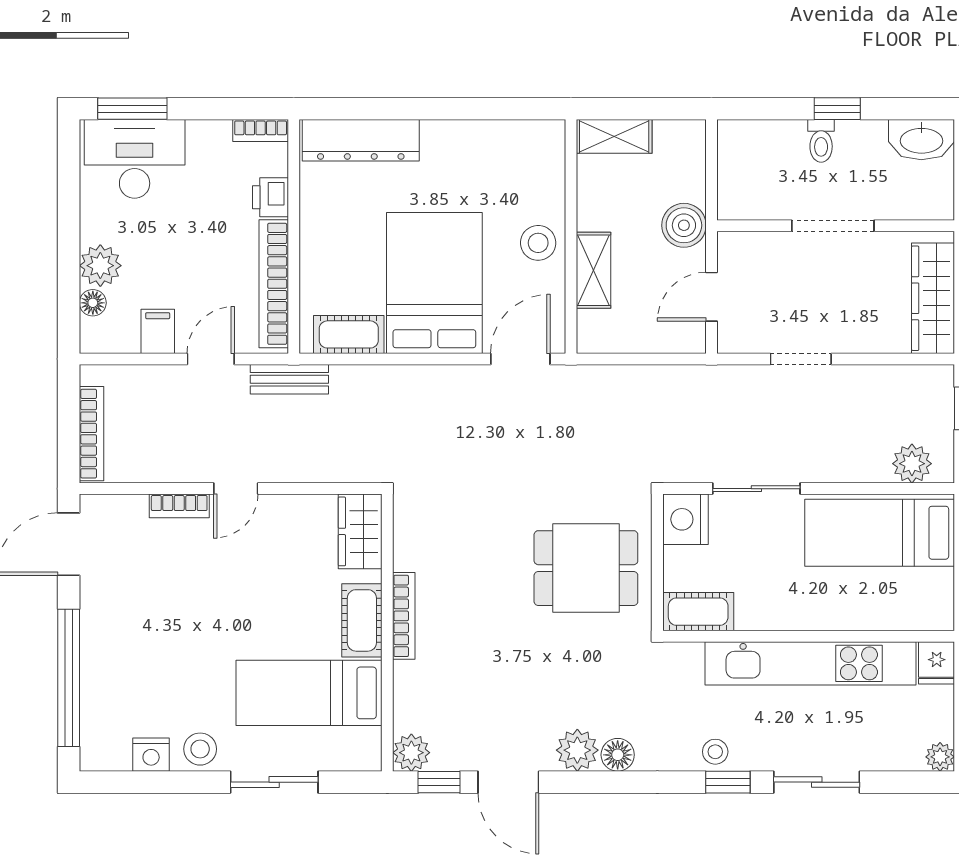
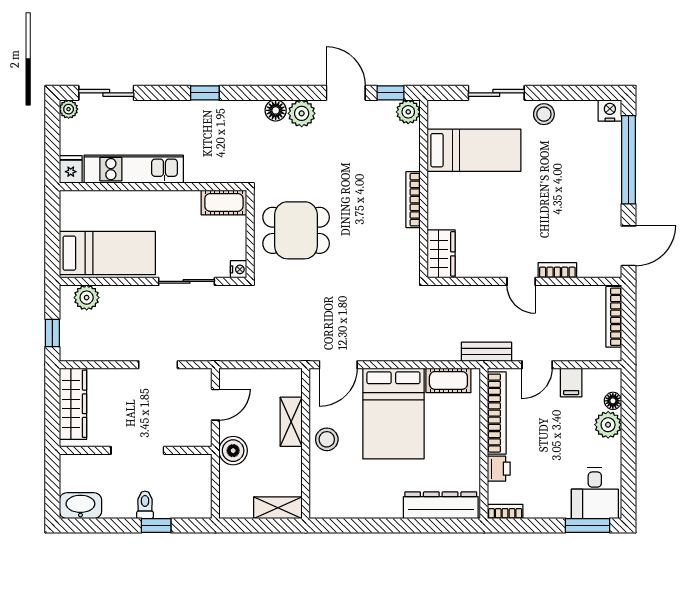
window: (837, 109) -> (156, 526), moved
desk: (135, 159) -> (595, 493), width x0.73
door: (236, 489) -> (521, 281), swing flipped
nightstand: (686, 519) -> (239, 269), width x0.53, depth x0.56
cot: (362, 620) -> (440, 197), removed
kitchen unit: (811, 663) -> (134, 169), width x0.73
stool: (715, 752) -> (213, 112), removed
nightstand: (151, 755) -> (610, 111), moved
sliding door: (817, 782) -> (106, 93), moved

